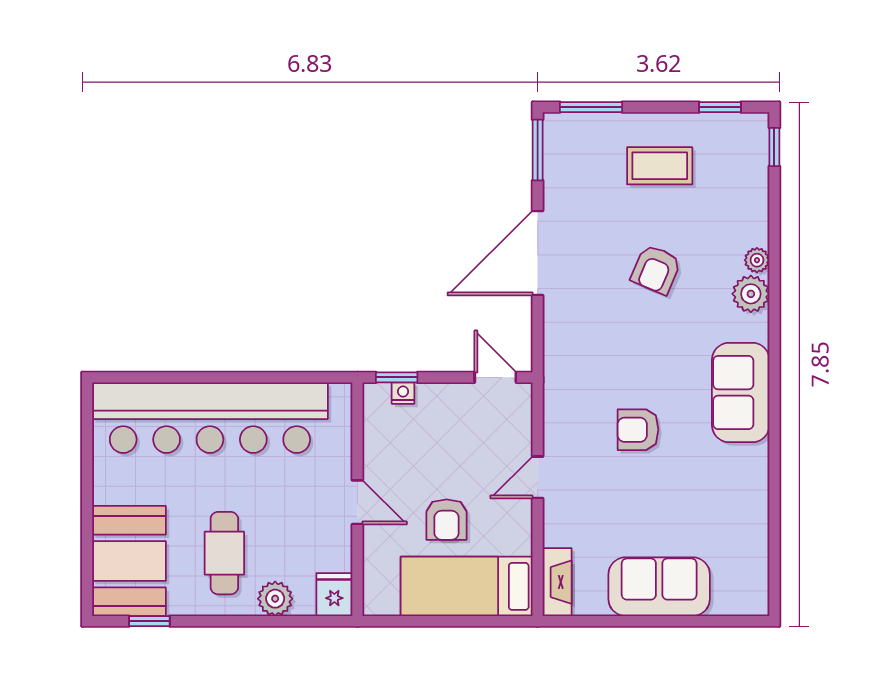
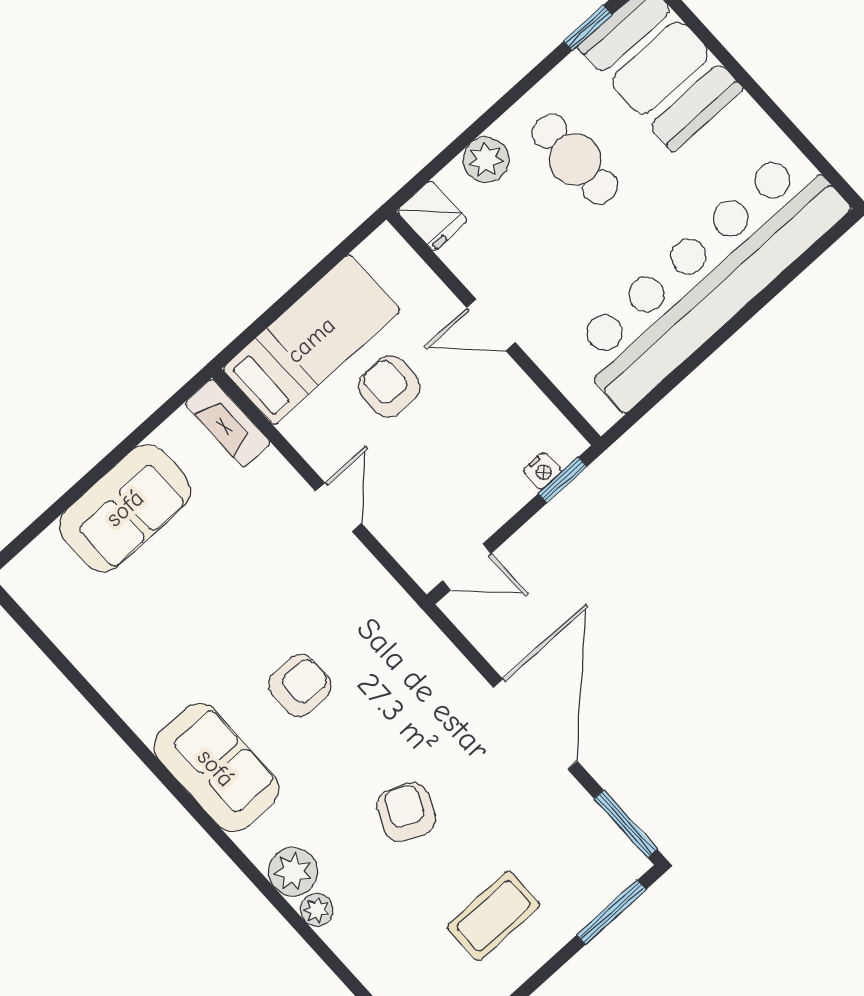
armchair: (638, 430) -> (300, 686), moved

